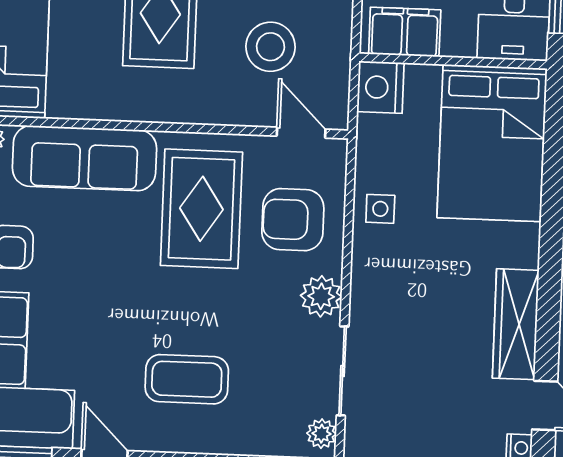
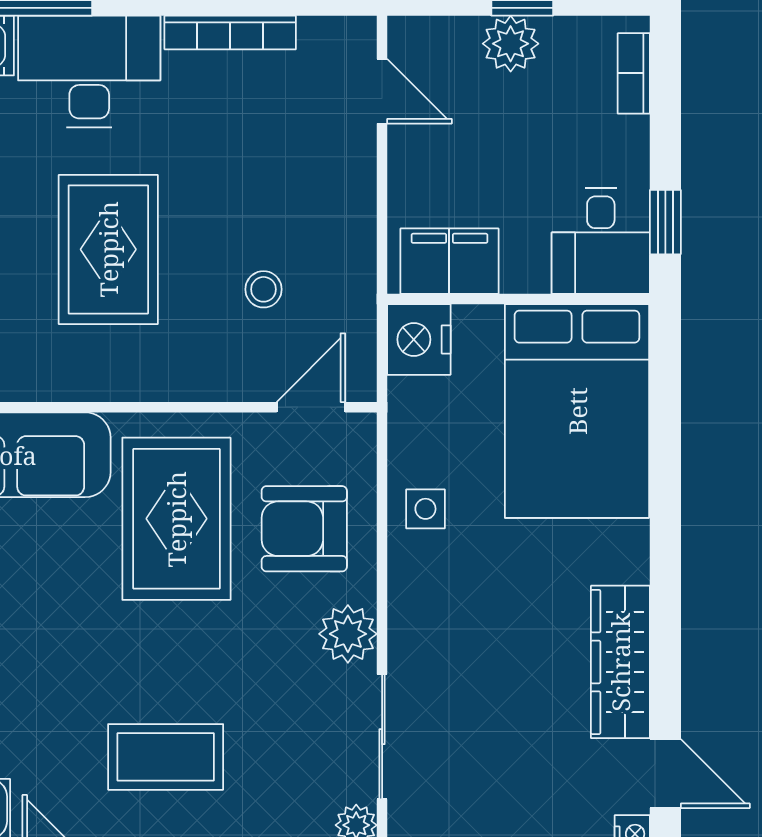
stool: (270, 47) -> (264, 289), width x0.53, depth x0.53
door: (301, 133) -> (311, 407), hinge flipped

